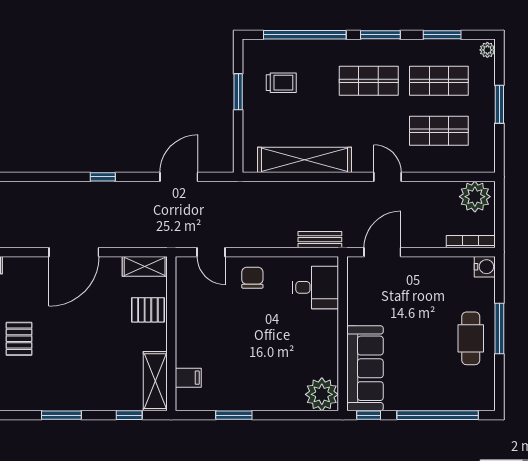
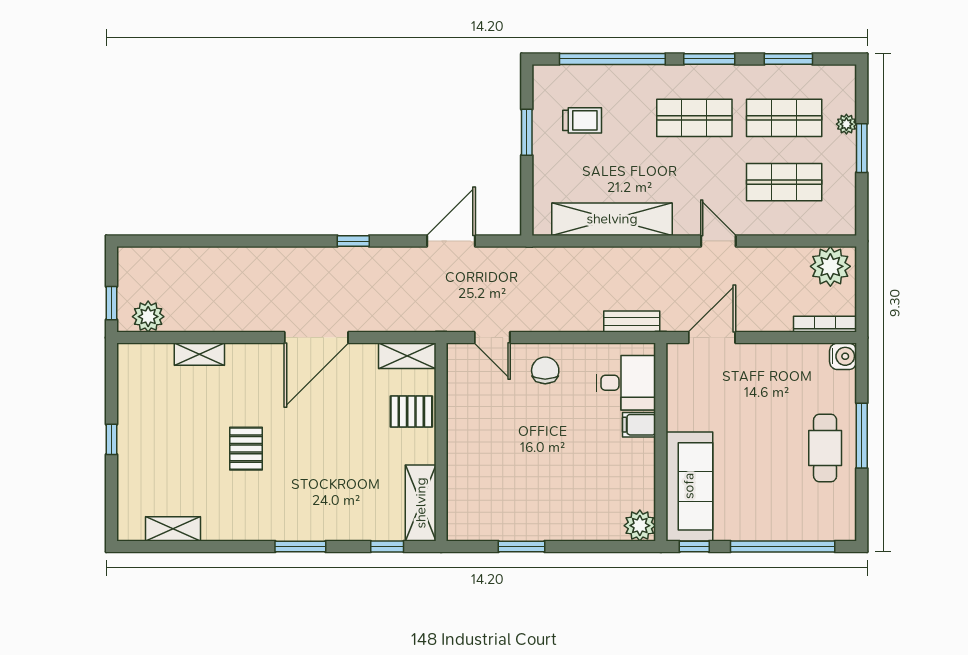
plant: (487, 50) -> (846, 124), moved
filing cabinet: (188, 378) -> (639, 425), moved, turned 180
plant: (322, 394) -> (640, 526), width x0.73, depth x0.73

